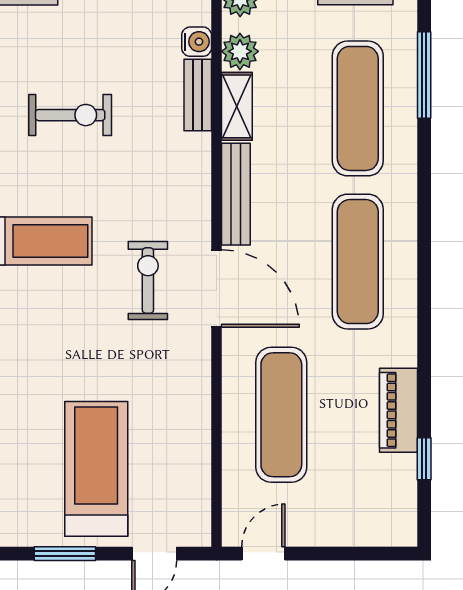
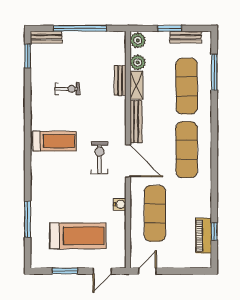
water cooler: (197, 42) -> (120, 204), moved
exercise bike: (70, 115) -> (67, 89), width x0.73, depth x0.72
piano: (399, 410) -> (204, 236), moved
treadmill: (96, 469) -> (78, 236), turned 90

